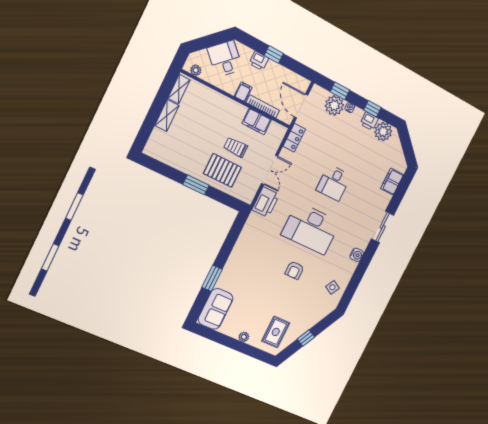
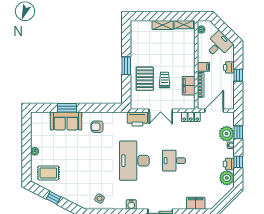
armchair: (294, 270) -> (97, 127), moved
sofa: (216, 309) -> (66, 121), moved

